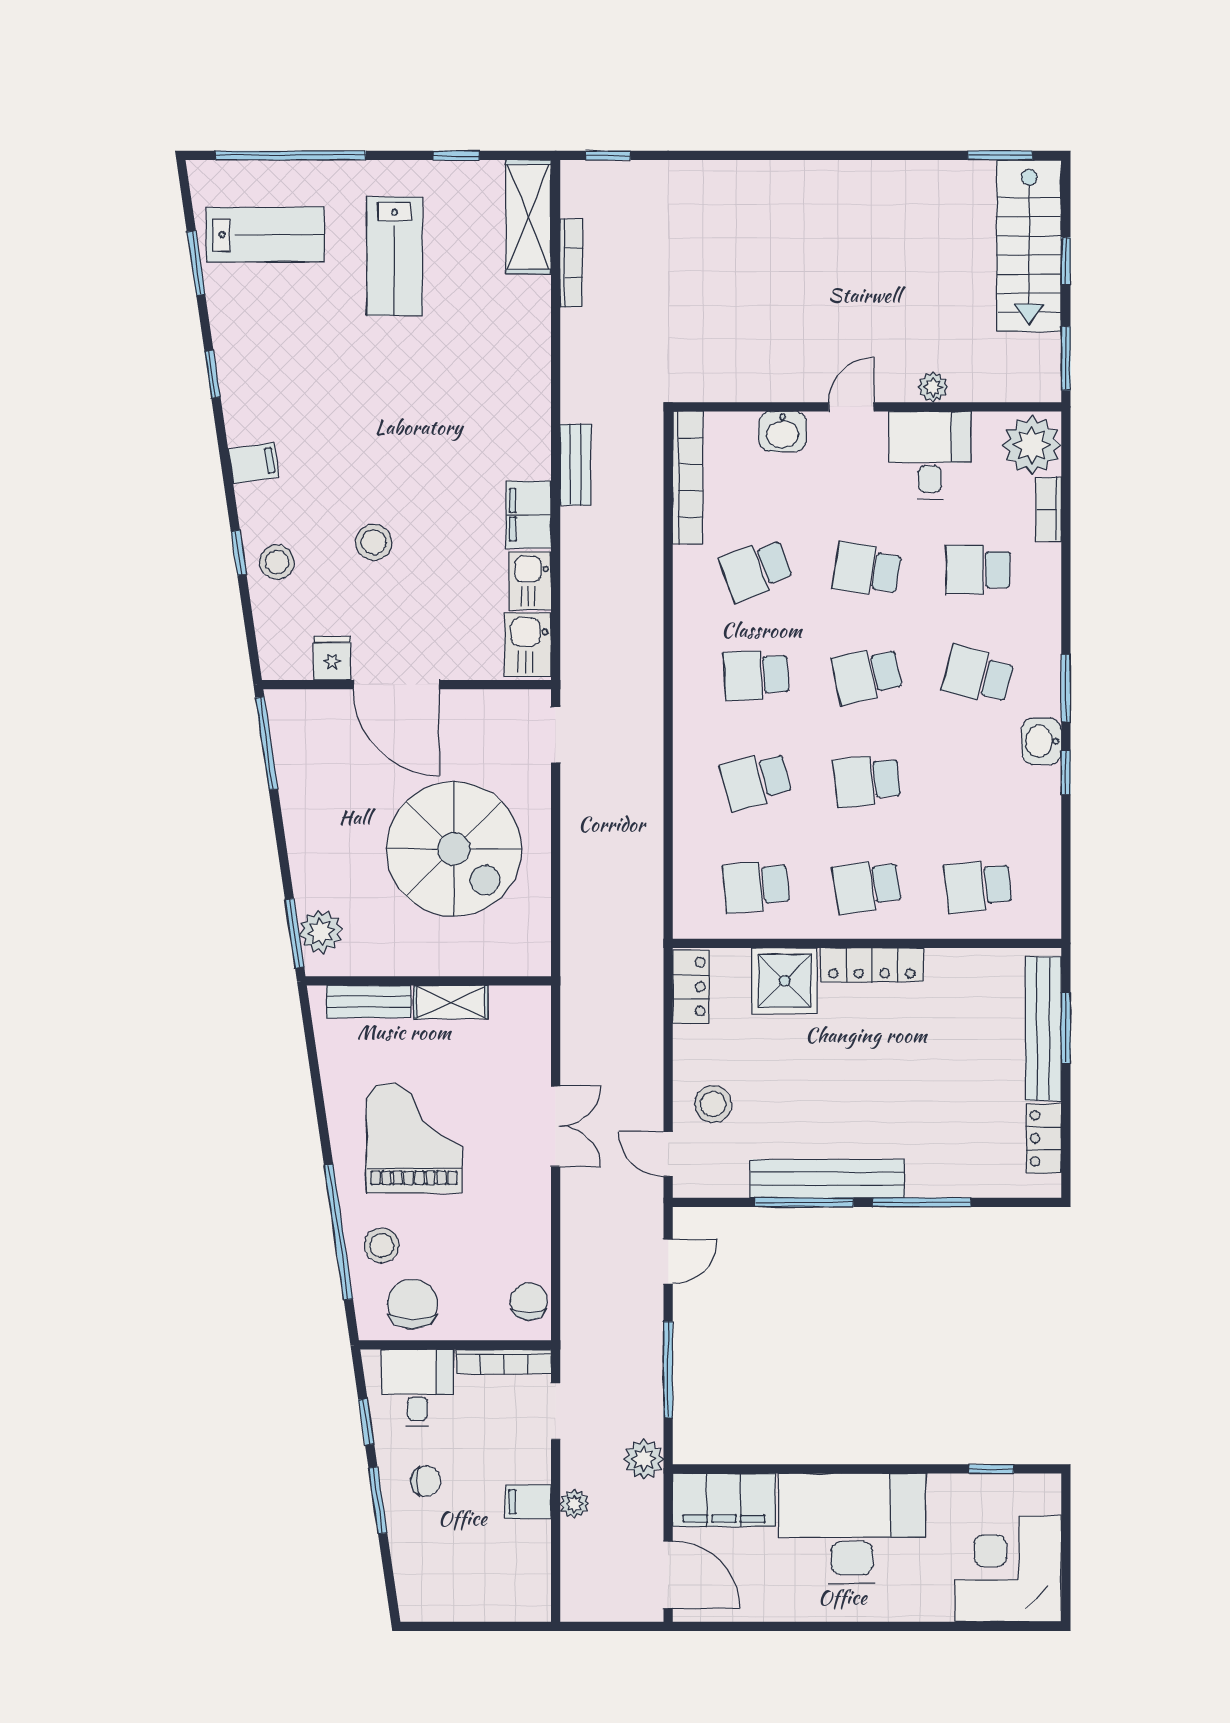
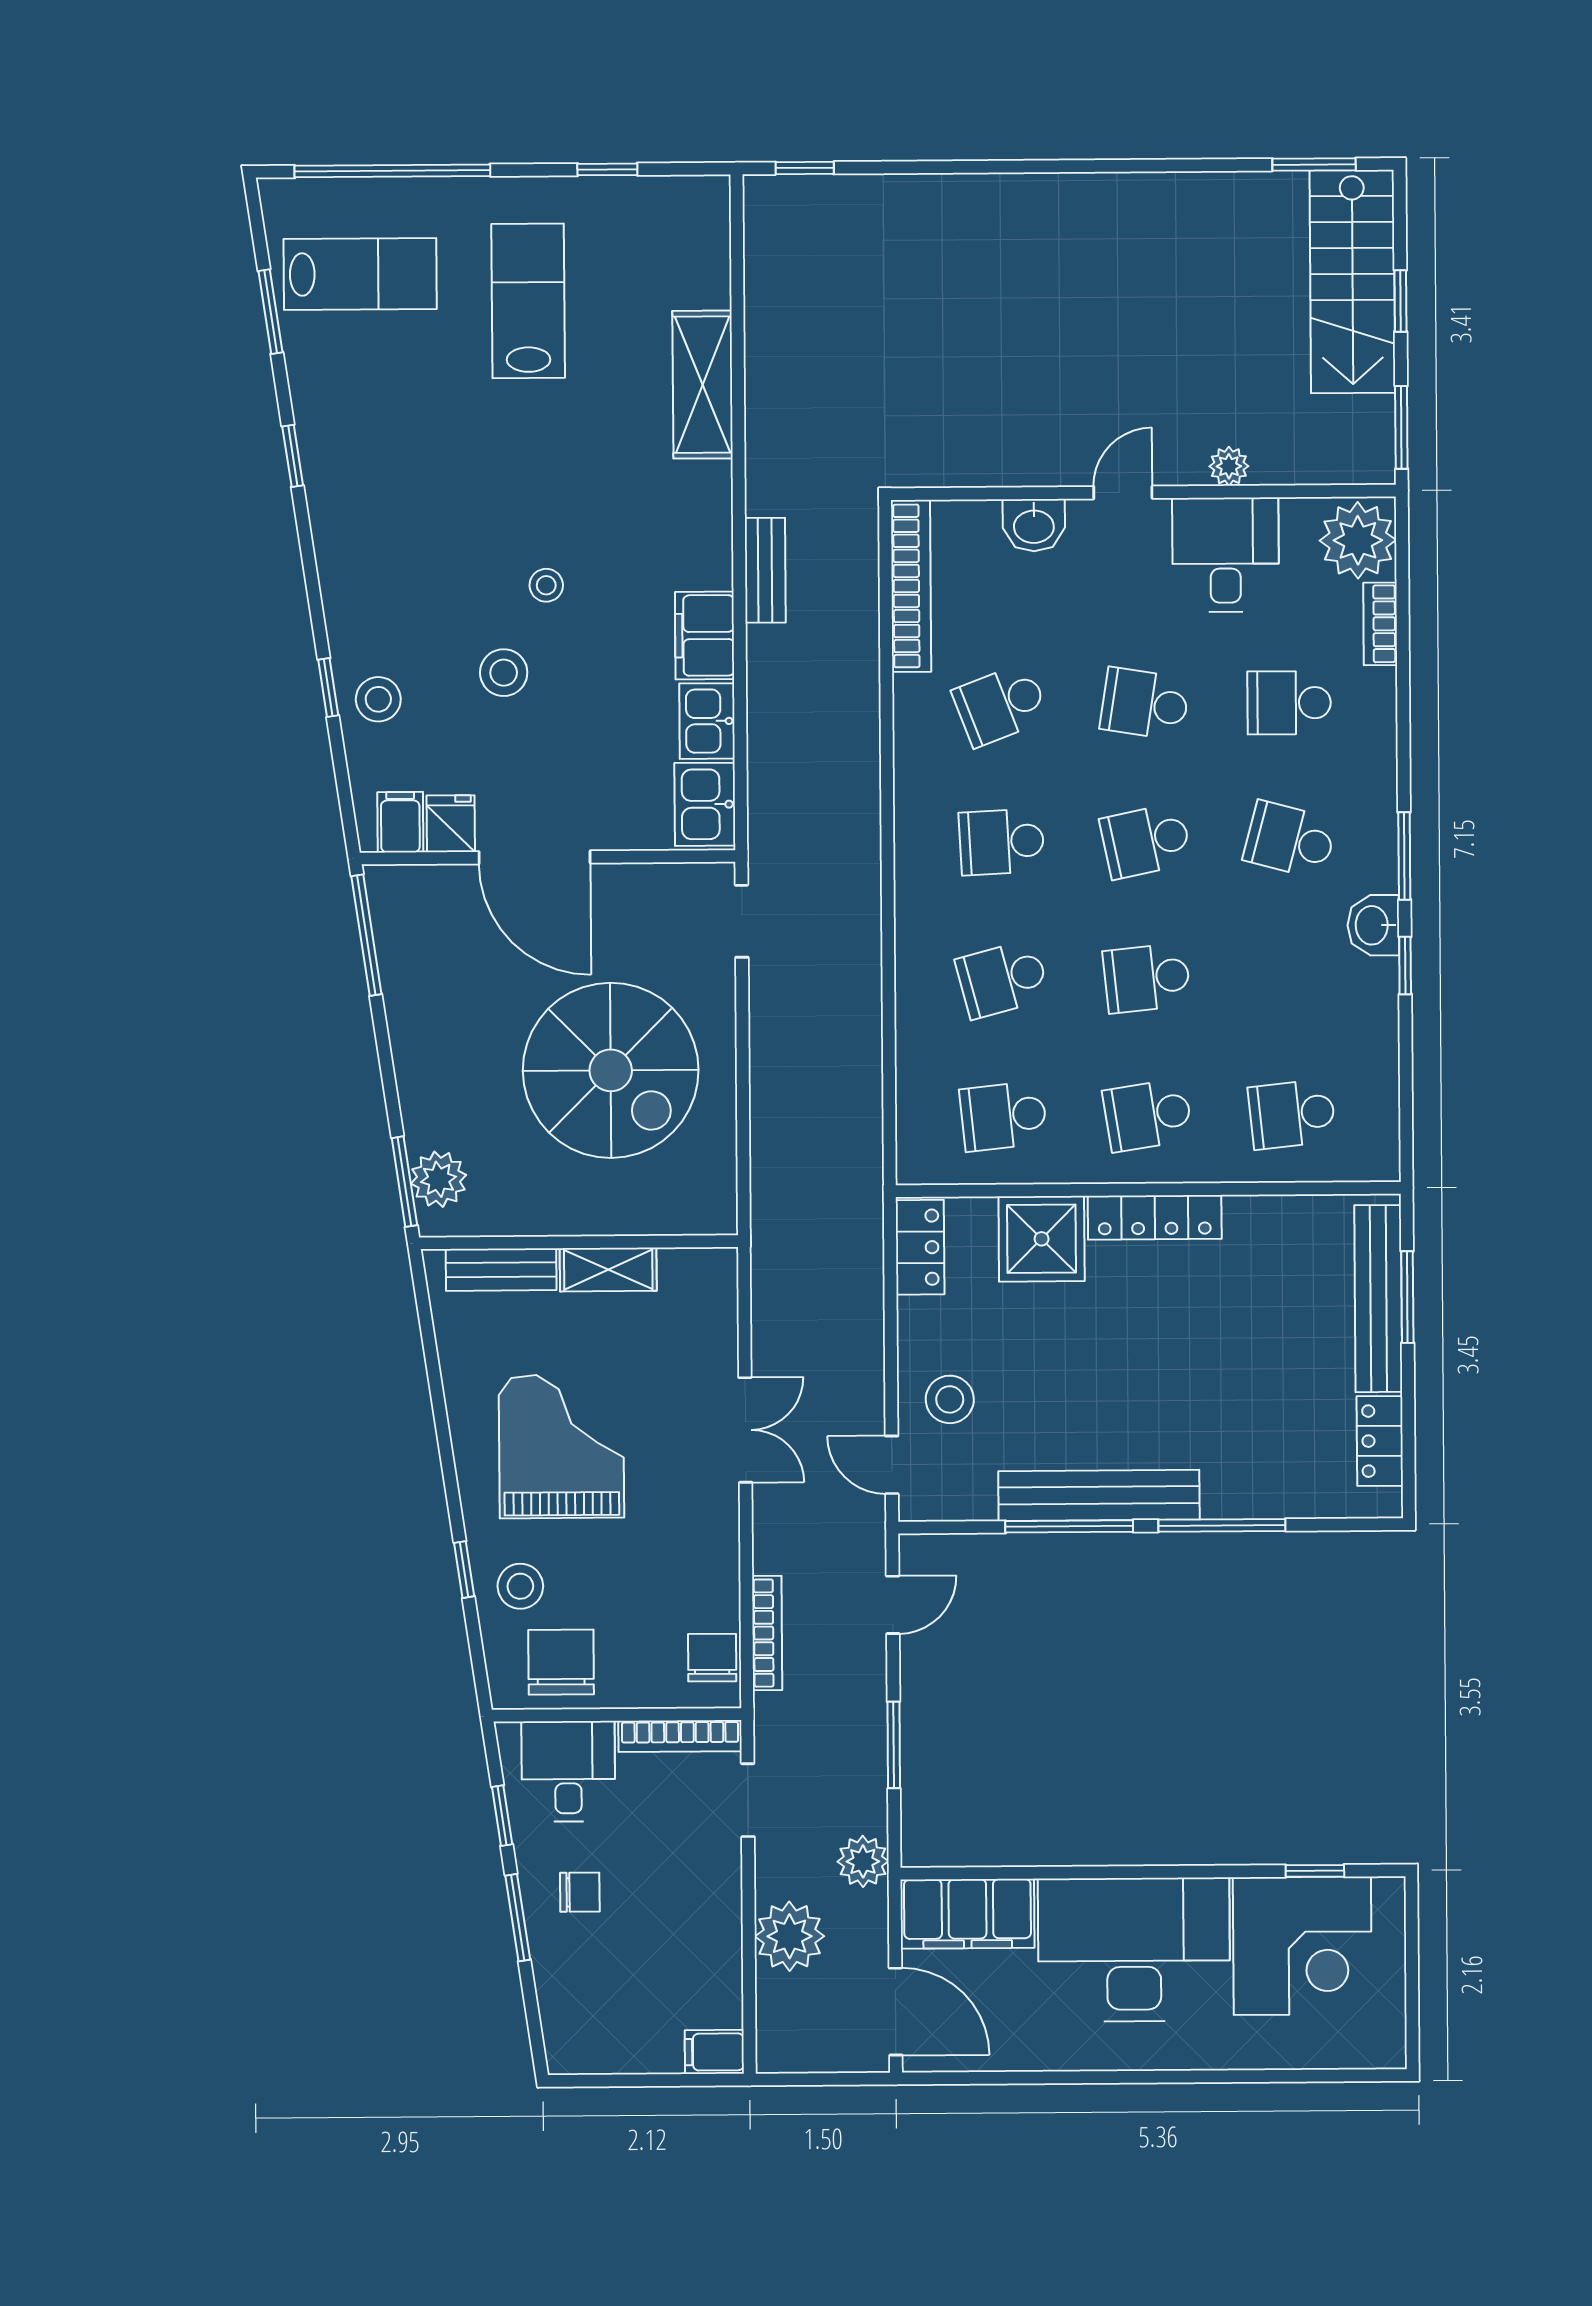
shelving: (528, 217) -> (703, 385), moved
lab bench: (394, 256) -> (528, 301), turned 180
bookcase: (571, 263) -> (767, 1633), moved
filing cabinet: (254, 463) -> (400, 822), moved, turned -82
stool: (407, 475) -> (546, 585), added
window: (338, 1232) -> (464, 1570), width x0.32
window: (668, 1370) -> (894, 1745), width x0.69
filing cabinet: (528, 1502) -> (714, 2052), moved
plant: (574, 1504) -> (789, 1936), width x1.88, depth x1.88
corner desk: (1008, 1569) -> (1302, 1946), moved, turned 180

